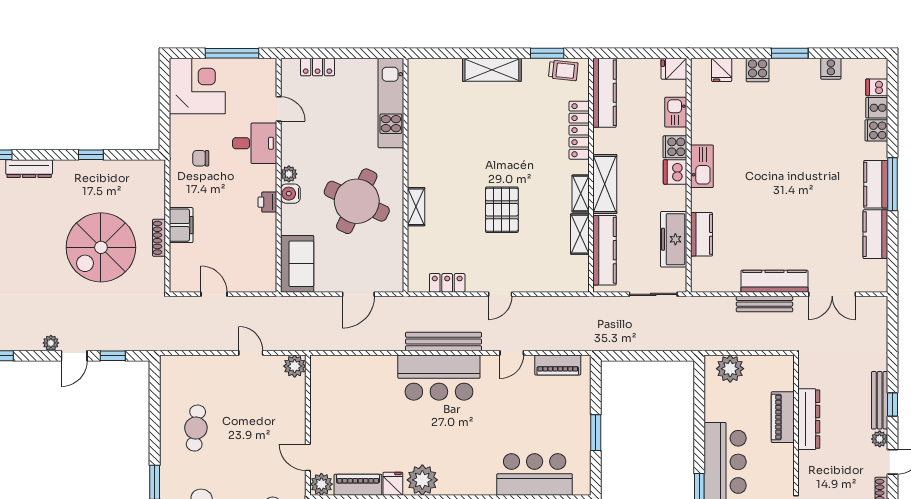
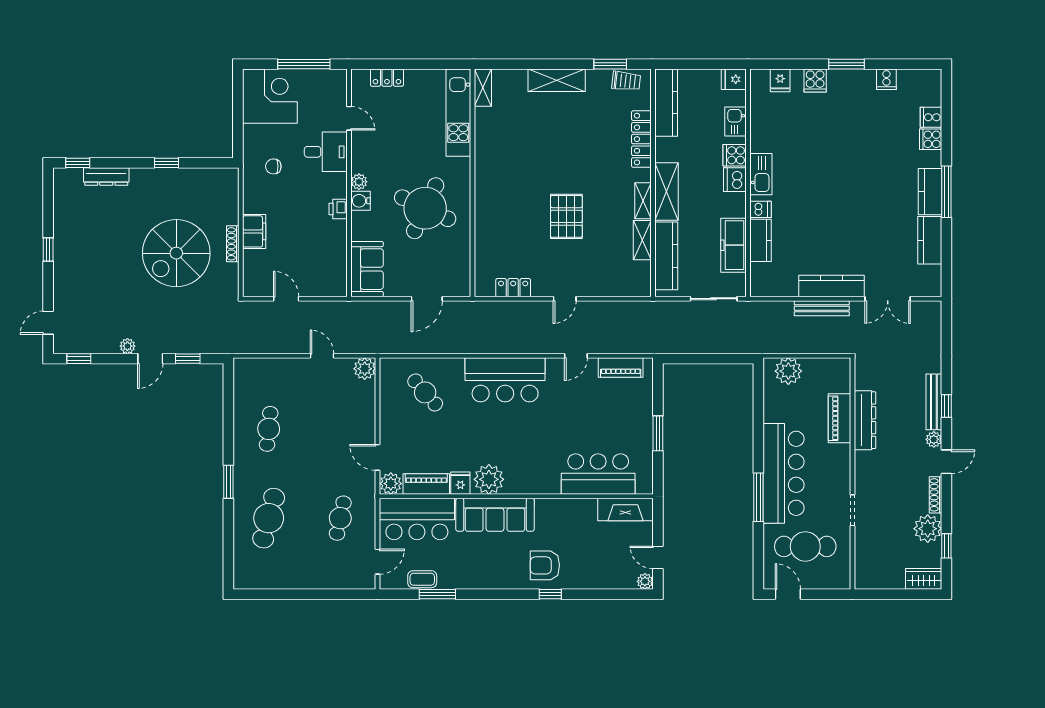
dishwasher: (877, 87) -> (761, 209), moved, turned 180
shelving: (416, 207) -> (483, 88), moved
bench: (444, 341) -> (510, 345), removed
cafe table: (357, 391) -> (425, 392), added

